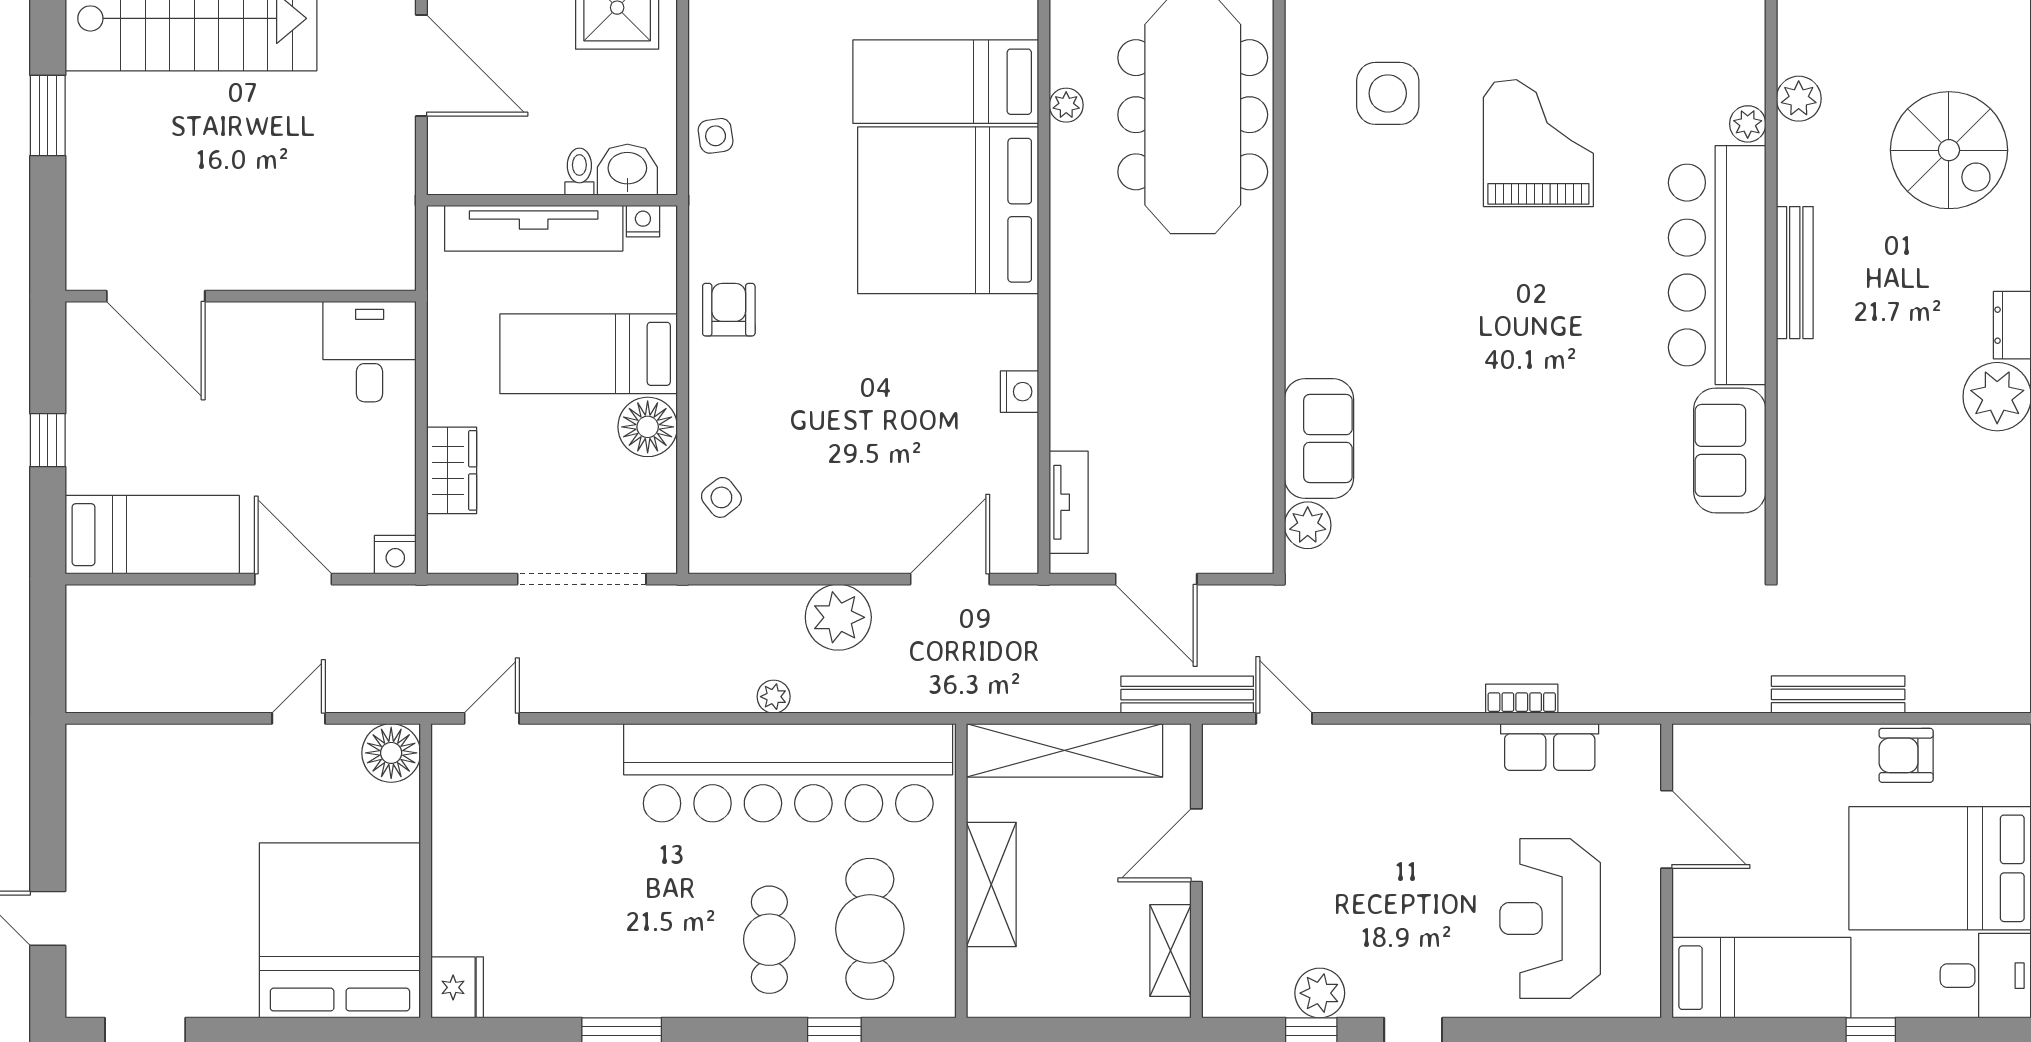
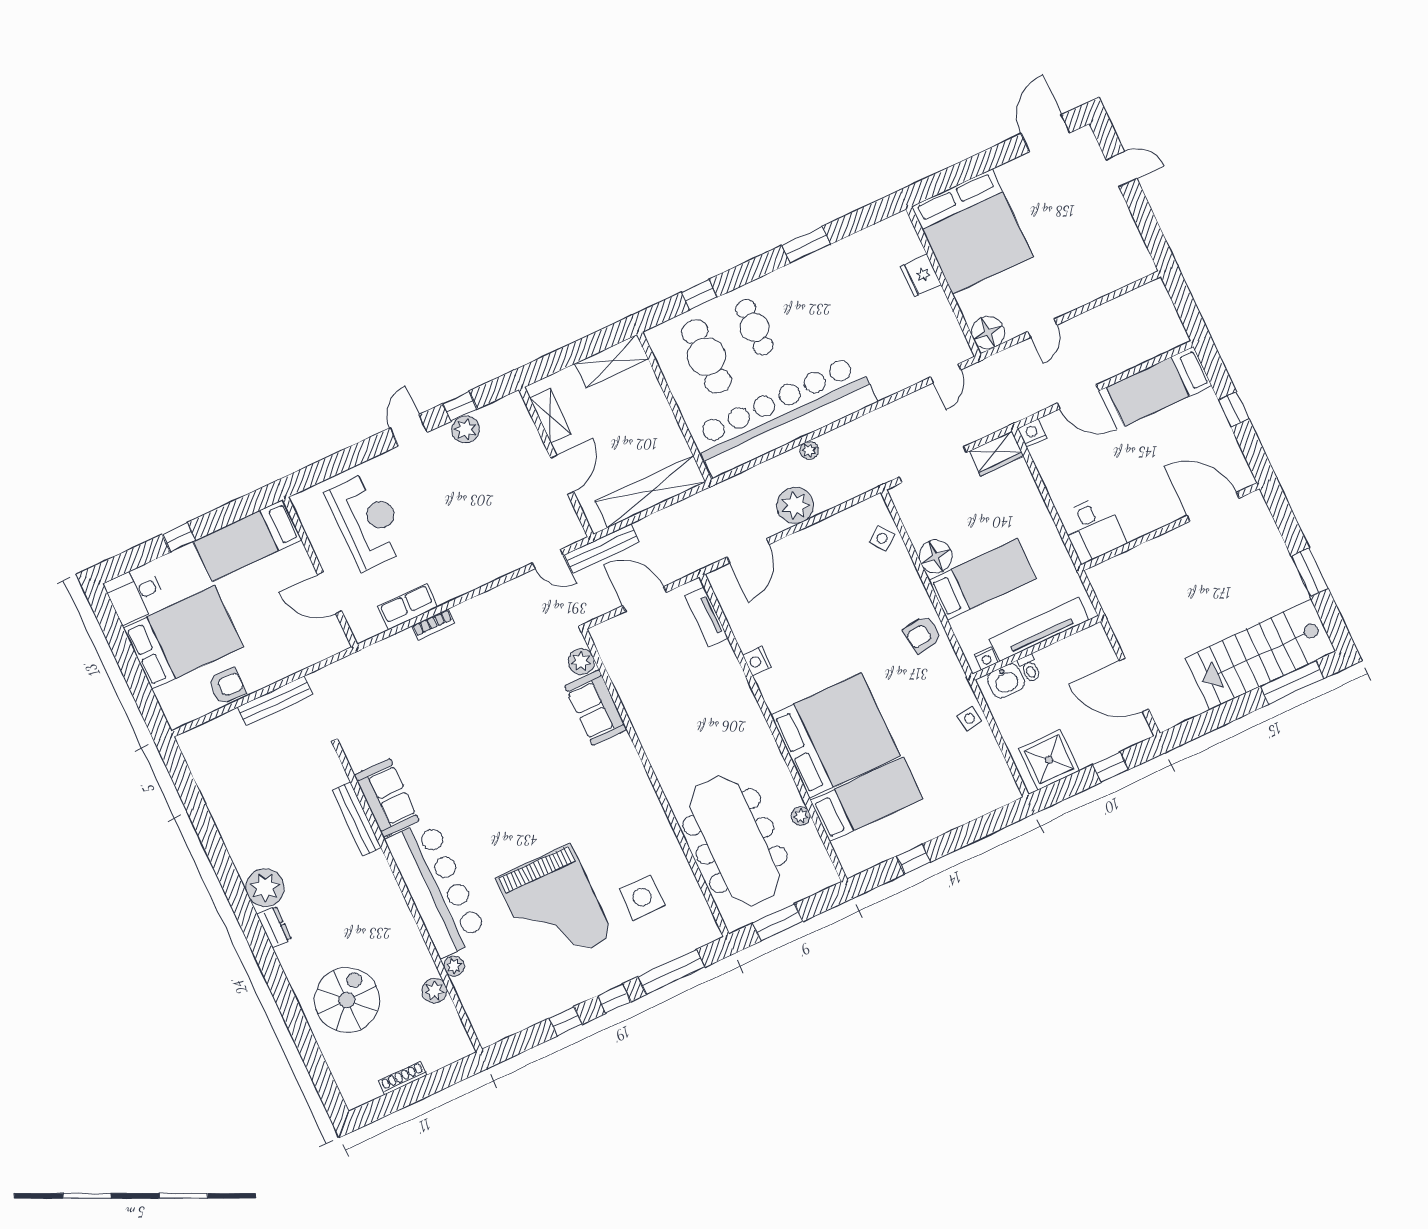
grand piano: (1538, 143) -> (555, 907), width x1.37, depth x1.48
spiral stairs: (1949, 150) -> (347, 1000), turned 90
bench: (1795, 273) -> (357, 819), moved
armchair: (729, 310) -> (922, 634), turned 81
wardrobe: (452, 470) -> (996, 454), moved, turned -90
shelving: (991, 884) -> (612, 361), moved, turned 90
fridge: (457, 987) -> (921, 275), moved

